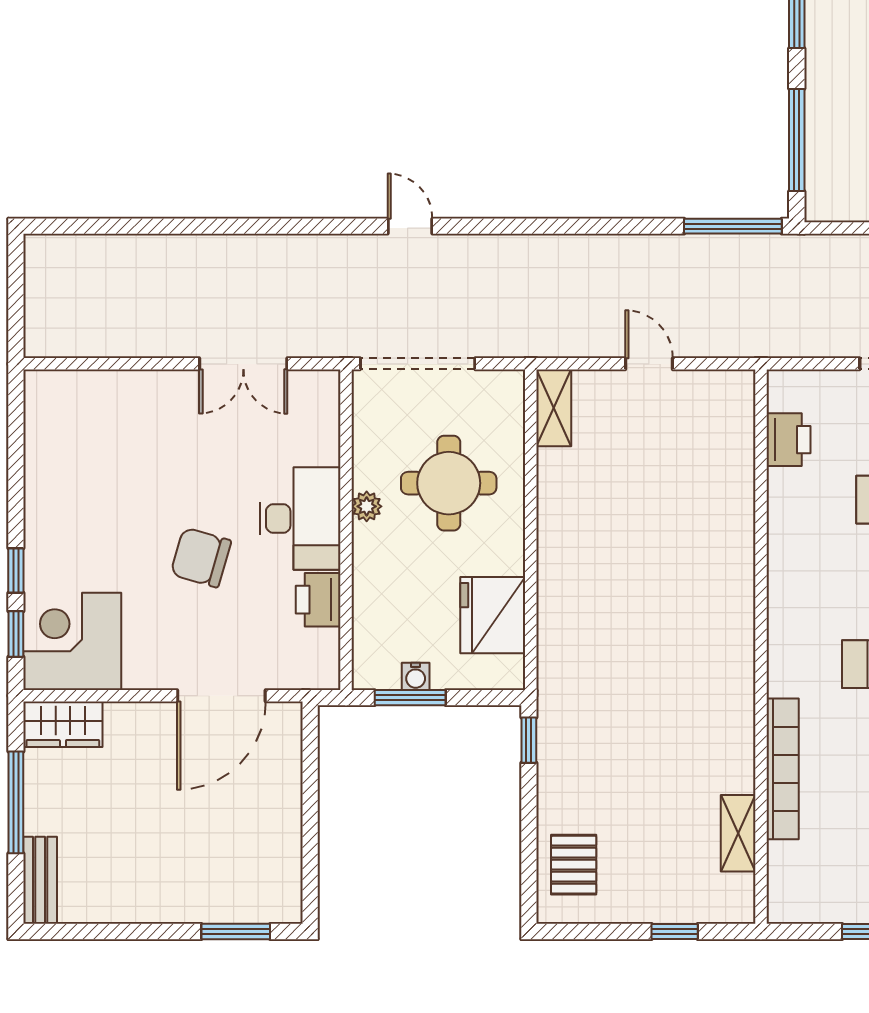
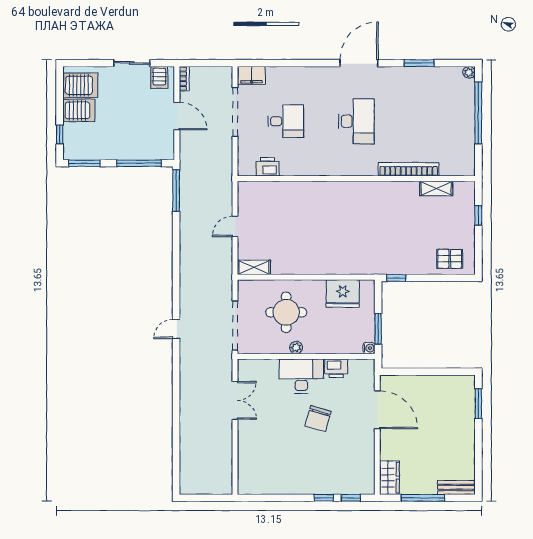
corner desk: (72, 641) -> (354, 474), removed
water cooler: (416, 676) -> (369, 348), moved

